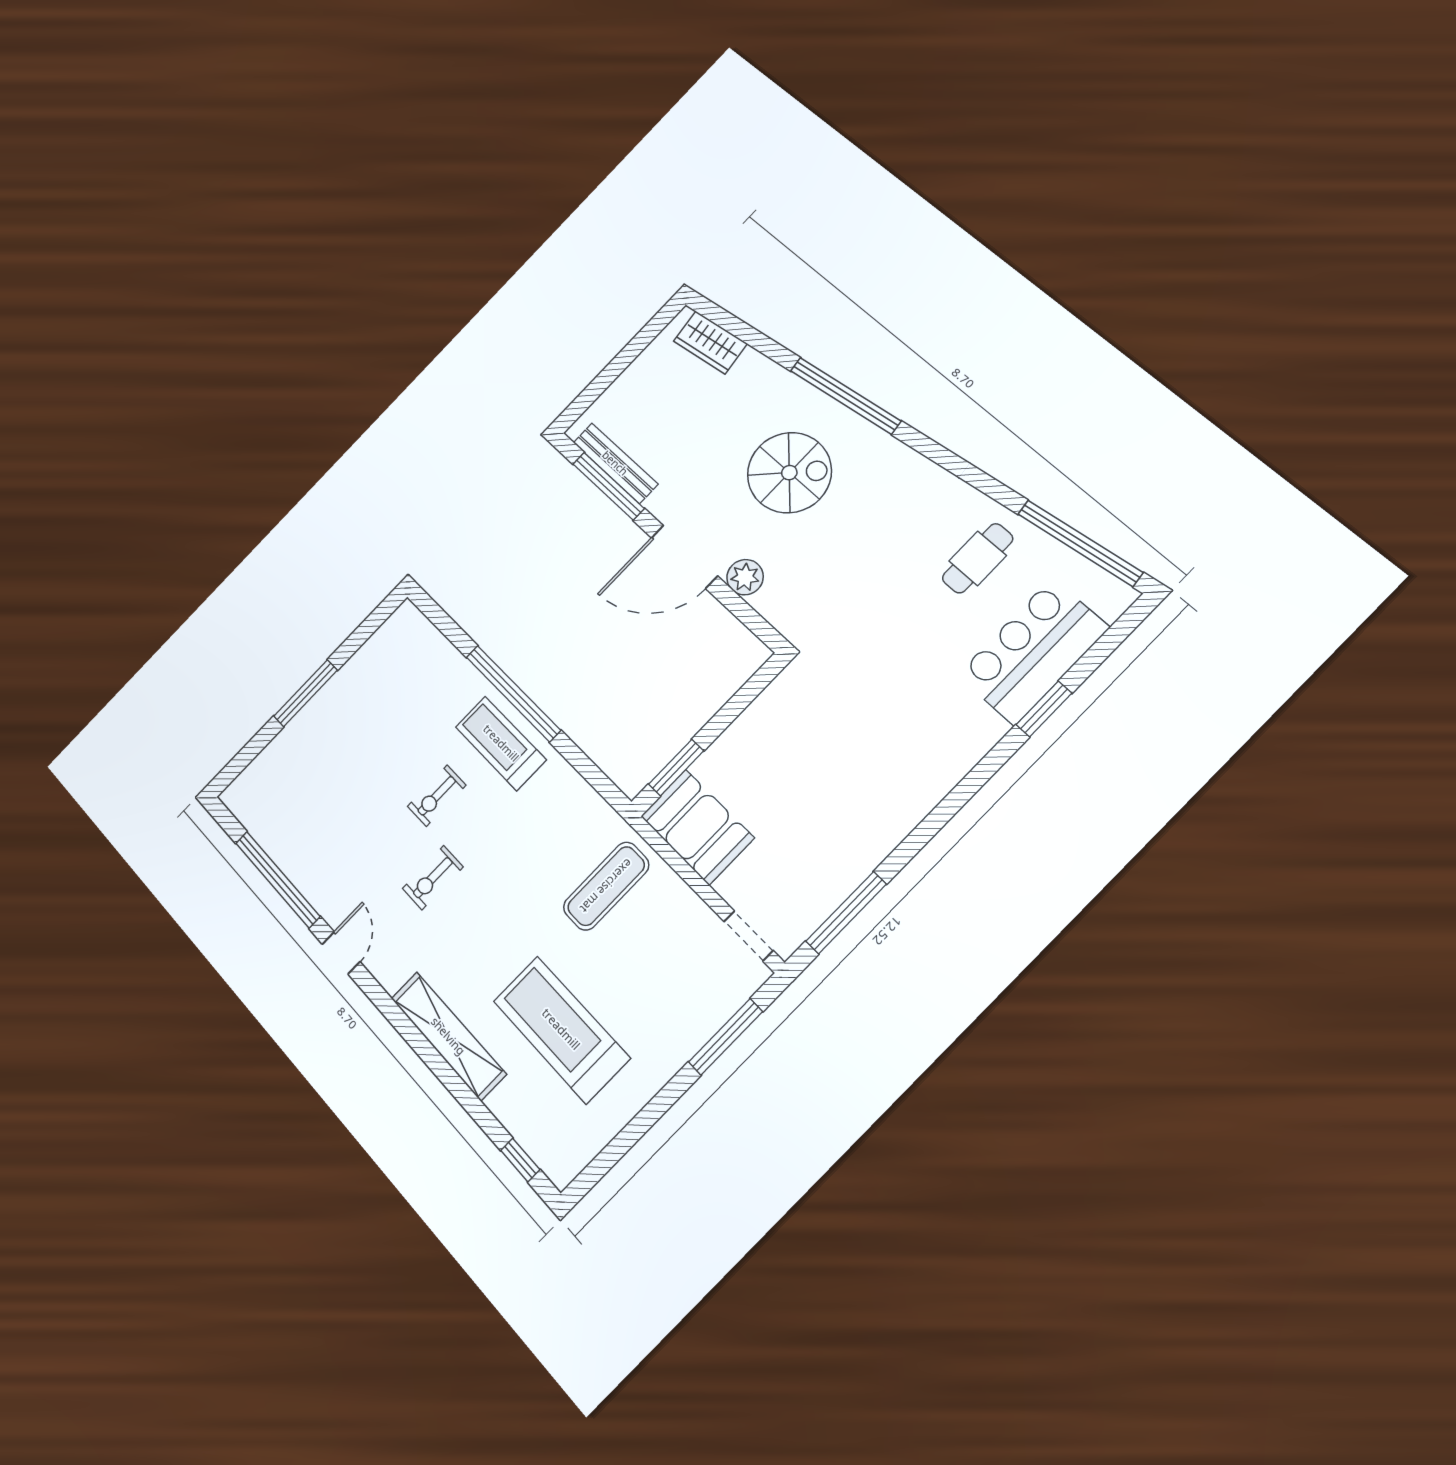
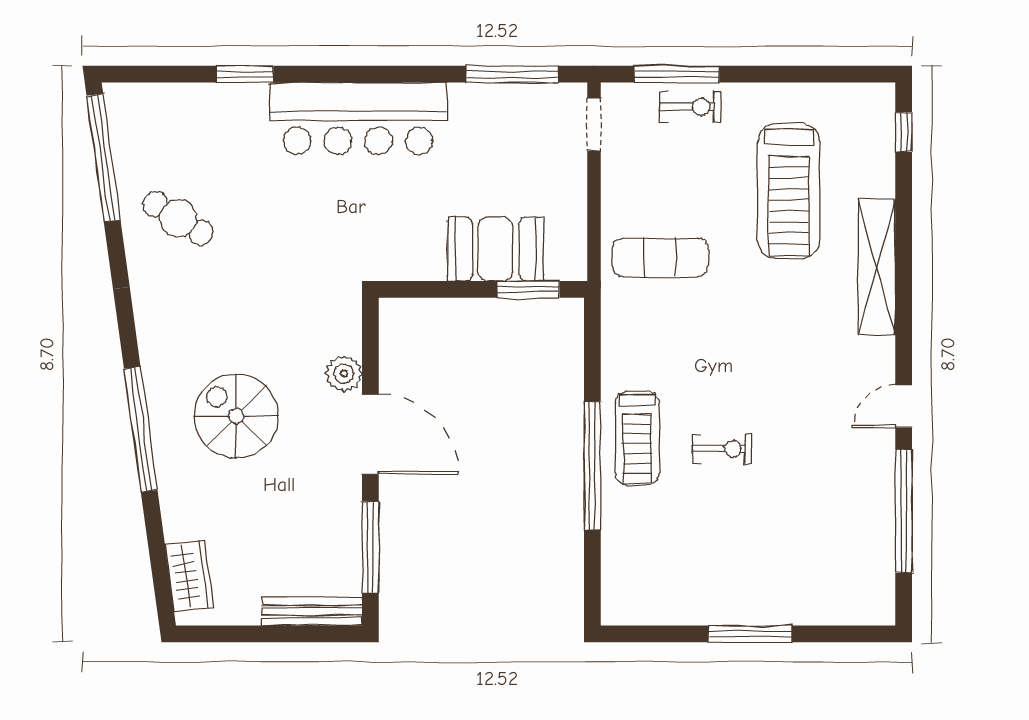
bench: (615, 463) -> (312, 611), moved, turned 90
cafe table: (978, 558) -> (178, 218), turned 32
bar counter: (1033, 651) -> (358, 119), moved, width x1.36
booth: (697, 827) -> (496, 249), moved, turned 90
exercise bike: (433, 878) -> (690, 107), moved

